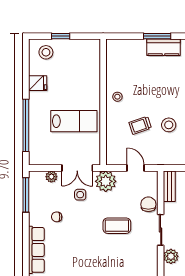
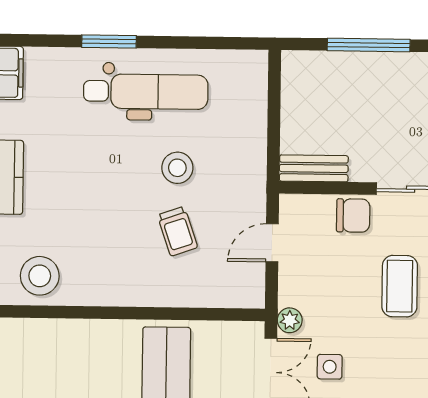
stool: (117, 97) -> (40, 276), moved, width x1.89, depth x1.89
plant: (106, 181) -> (290, 320), width x0.53, depth x0.53
chair: (148, 204) -> (353, 215), turned 180

